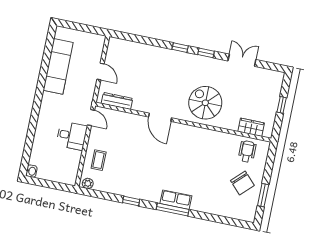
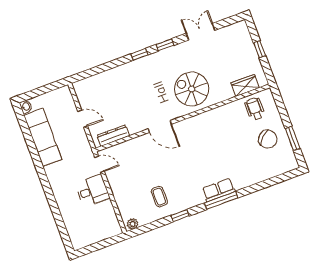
coffee table: (99, 160) -> (159, 197), moved
washbasin: (31, 171) -> (26, 107), moved

